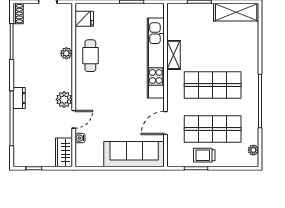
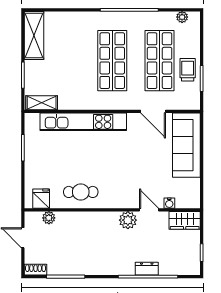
plant: (66, 53) -> (49, 218), moved
shelving: (173, 55) -> (42, 103), moved
dresser: (19, 98) -> (147, 269), moved
trolley: (204, 155) -> (188, 70), turned 180

